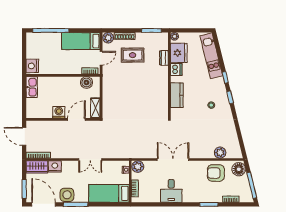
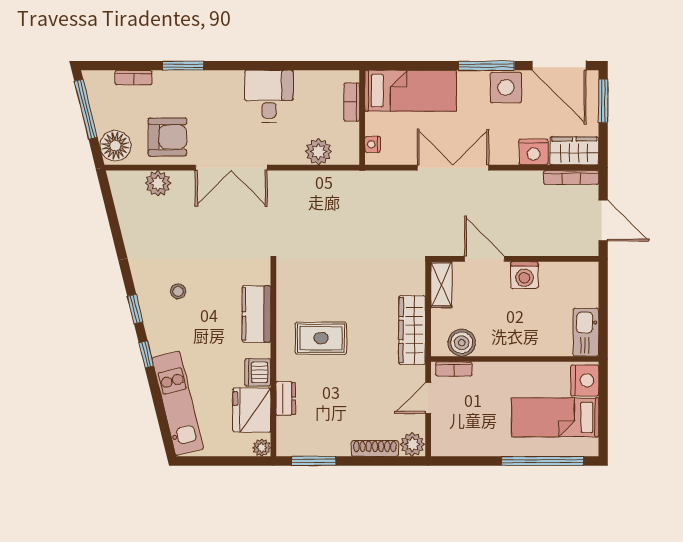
bed: (81, 41) -> (555, 417), moved, turned 180
rug: (133, 55) -> (321, 338), moved
wardrobe: (108, 88) -> (412, 330), added
door: (76, 119) -> (484, 259), swing flipped
double door: (90, 160) -> (453, 168), width x1.37
double door: (173, 160) -> (231, 168), moved
plant: (138, 167) -> (319, 152), moved

